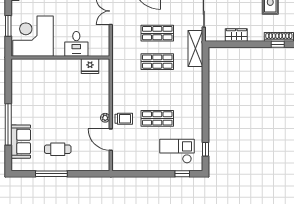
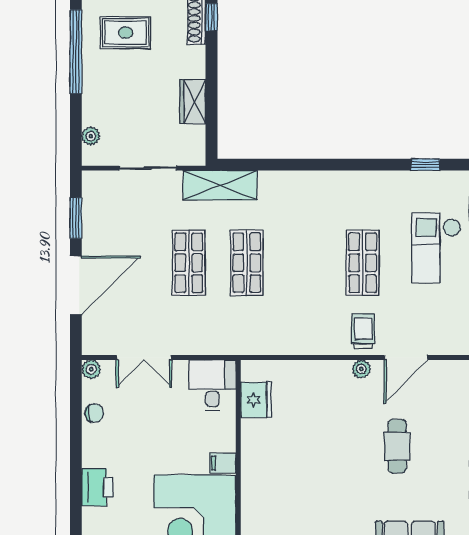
desk: (76, 44) -> (212, 385), moved, turned -90
filing cabinet: (59, 50) -> (223, 463), added
cafe table: (58, 149) -> (397, 446), moved
checkout: (177, 151) -> (436, 248), moved

